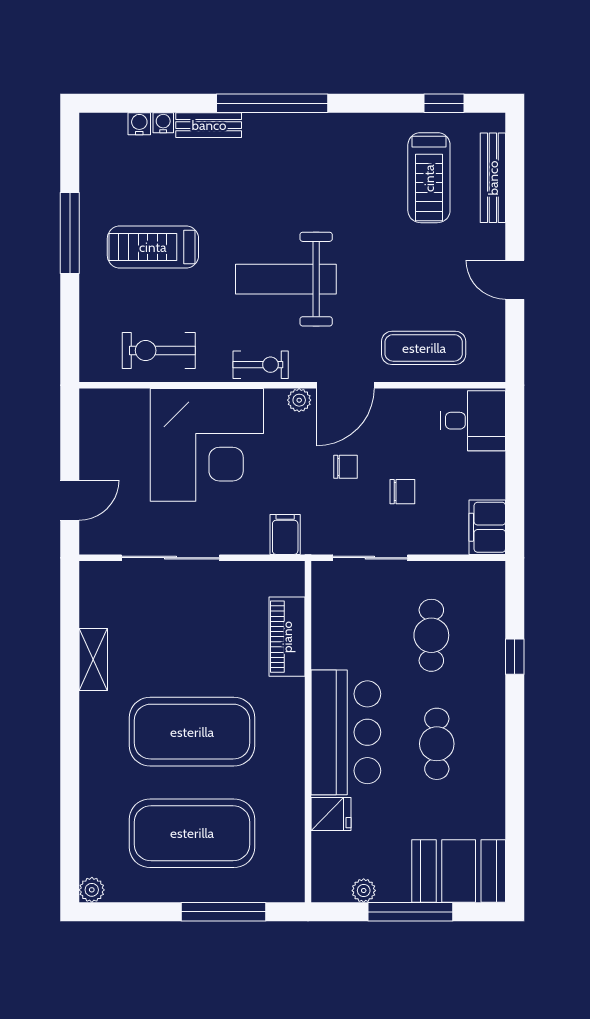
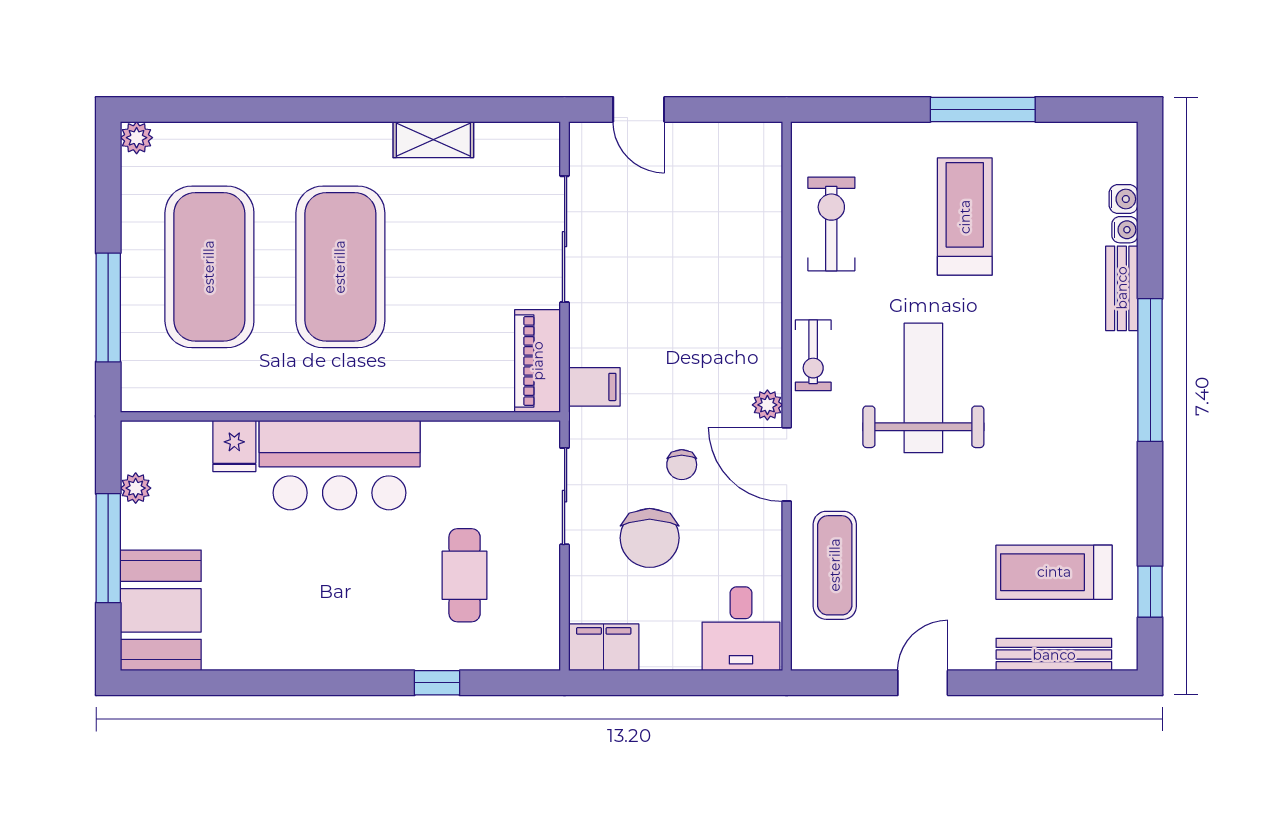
corner desk: (207, 445) -> (710, 286), removed
chair: (402, 492) -> (650, 538), width x1.87, depth x1.87
cafe table: (431, 635) -> (465, 575), turned 90
piano: (287, 637) -> (538, 361), moved, turned -90
cafe table: (437, 744) -> (325, 582), removed

